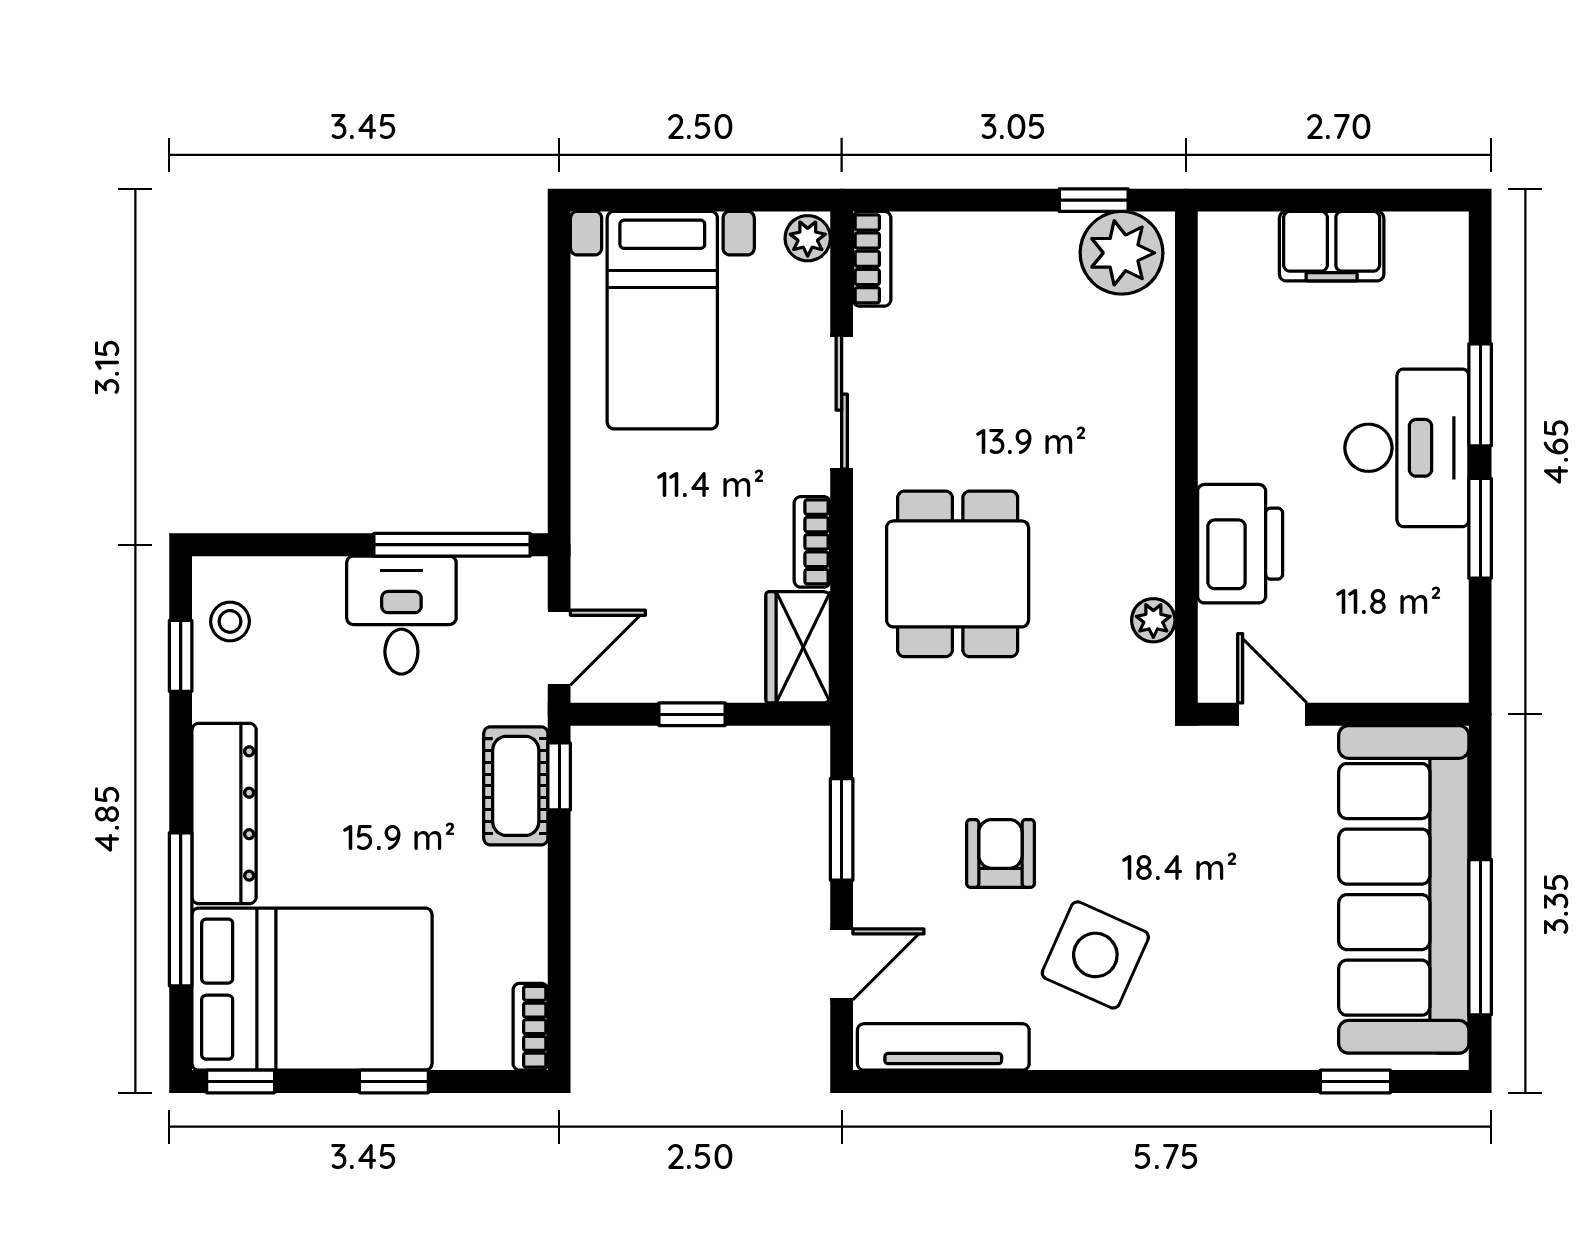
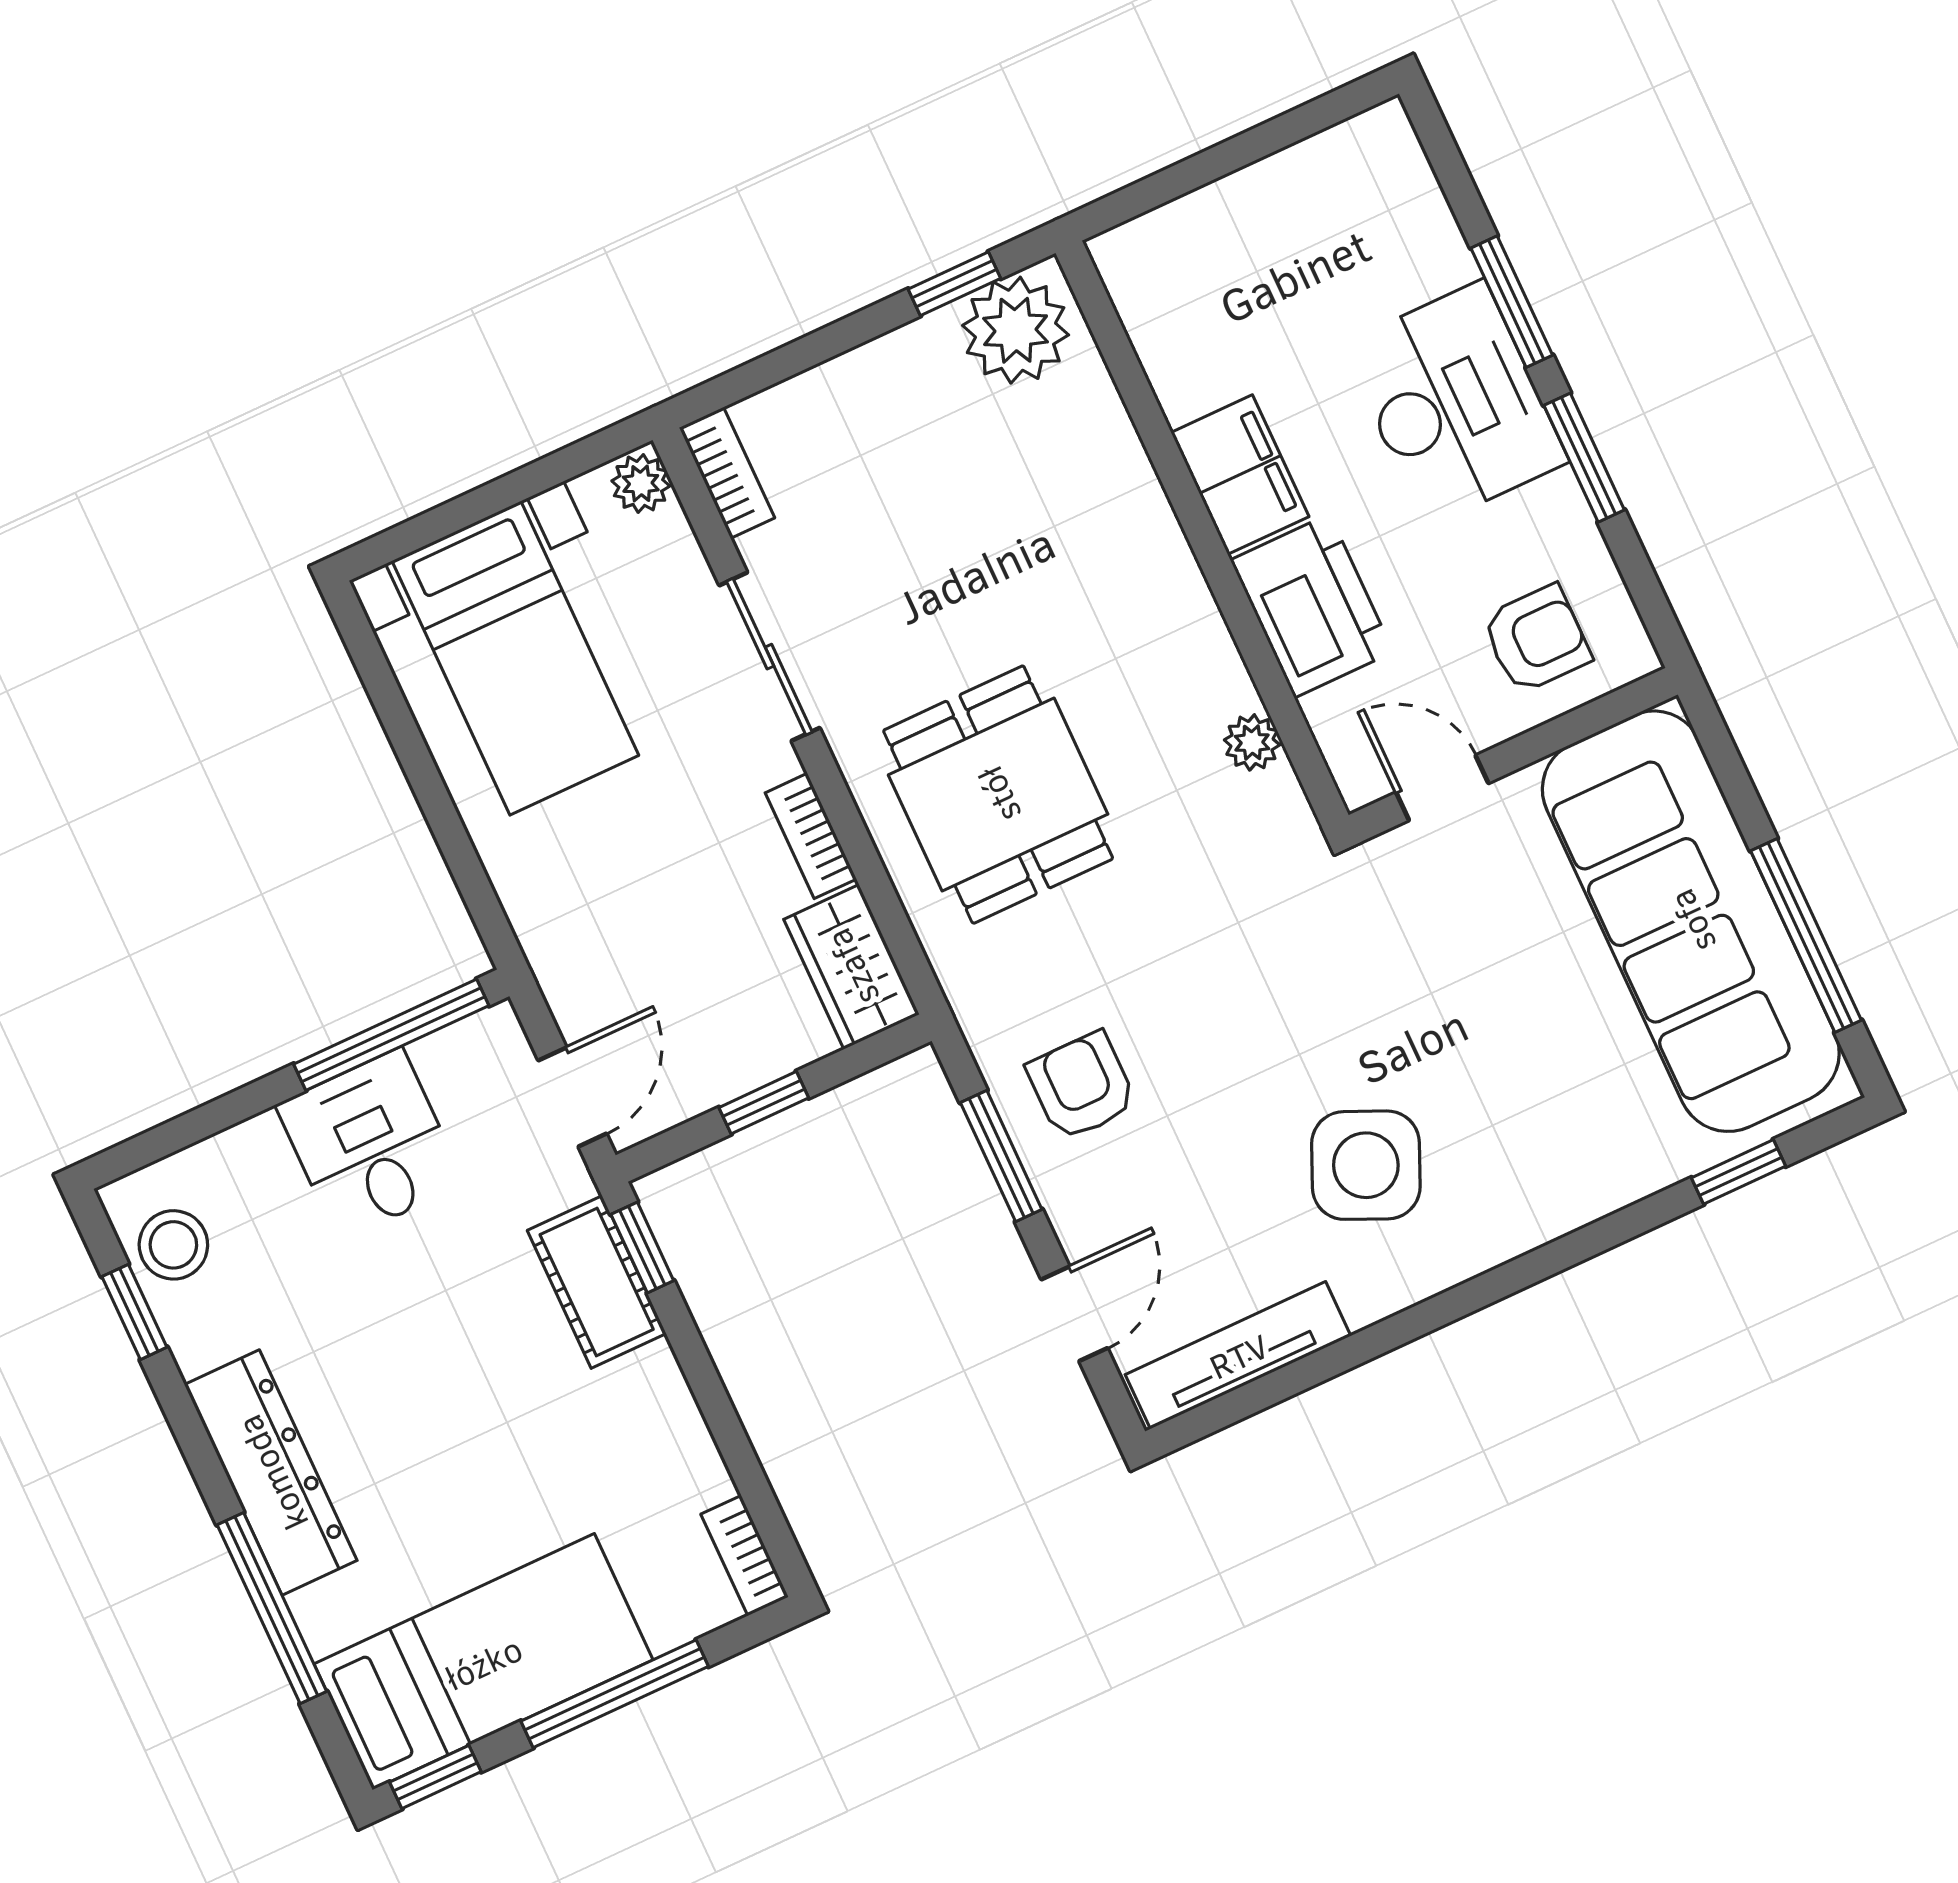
filing cabinet: (1332, 246) -> (1240, 475), moved, turned -90
stool: (230, 621) -> (173, 1245), width x1.37, depth x1.37
armchair: (1387, 640) -> (1536, 639), added
armchair: (1000, 853) -> (1082, 1086), moved
bed: (312, 989) -> (483, 1662), width x0.67
window: (394, 1081) -> (615, 1694), width x2.17

